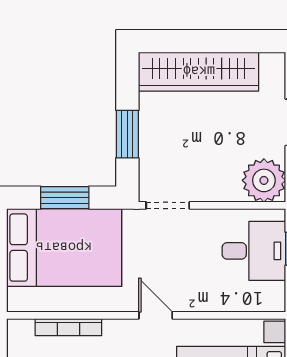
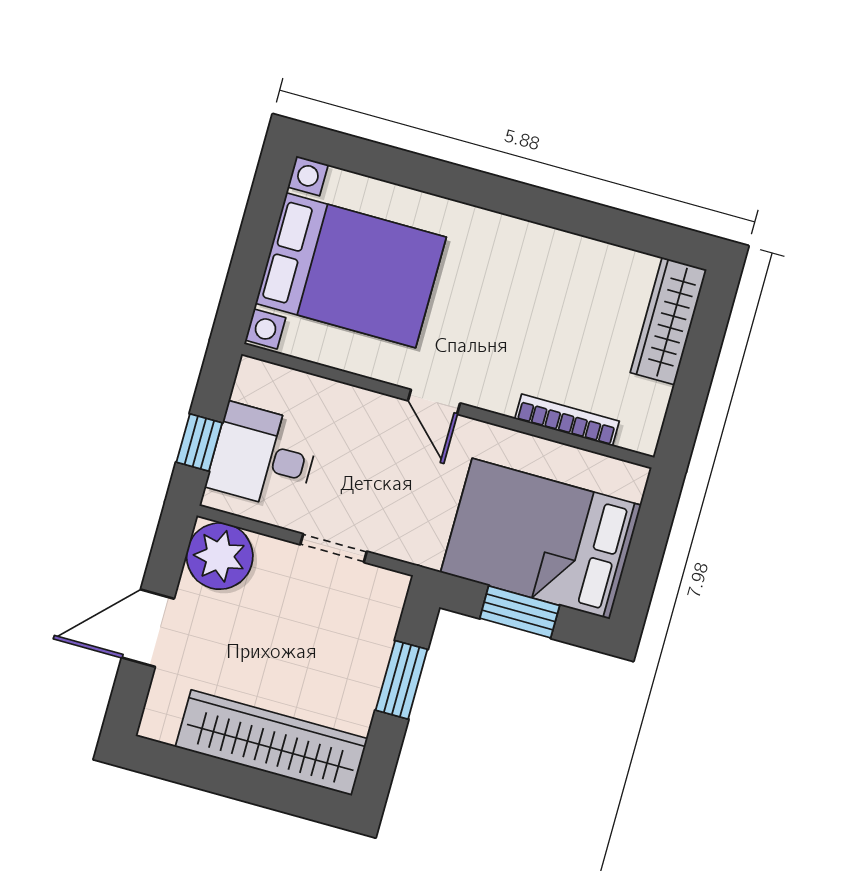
doorway: (168, 205) -> (333, 548), moved

